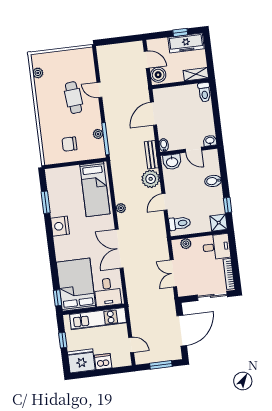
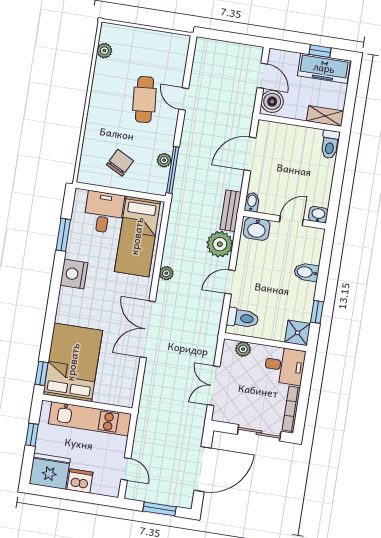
chair: (69, 144) -> (120, 163), turned 117
door: (193, 150) -> (291, 221), swing flipped
desk: (108, 292) -> (104, 212), moved, turned 180

